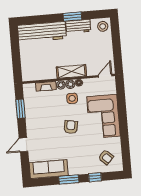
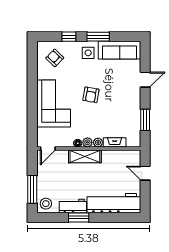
window: (116, 38) -> (32, 189), added
door: (16, 61) -> (145, 173), added
side table: (72, 98) -> (88, 53), moved

